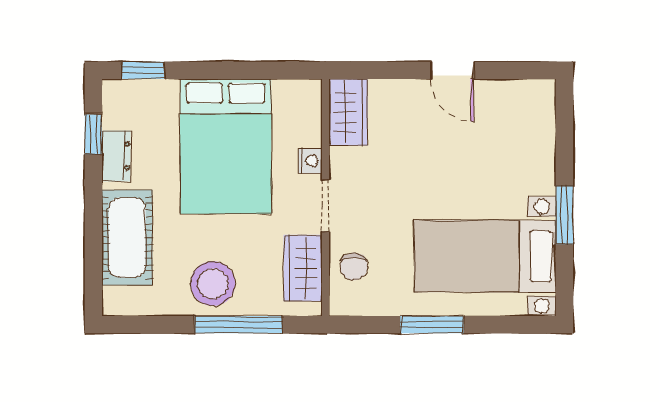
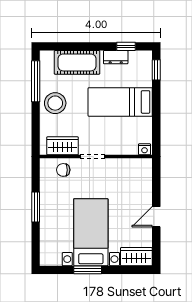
wardrobe: (348, 112) -> (136, 257), moved, turned 180
bed: (226, 146) -> (120, 102), width x0.67
nightstand: (310, 161) -> (145, 149), moved
bed with nightstands: (485, 256) -> (91, 232), moved
window: (238, 325) -> (36, 81), moved

